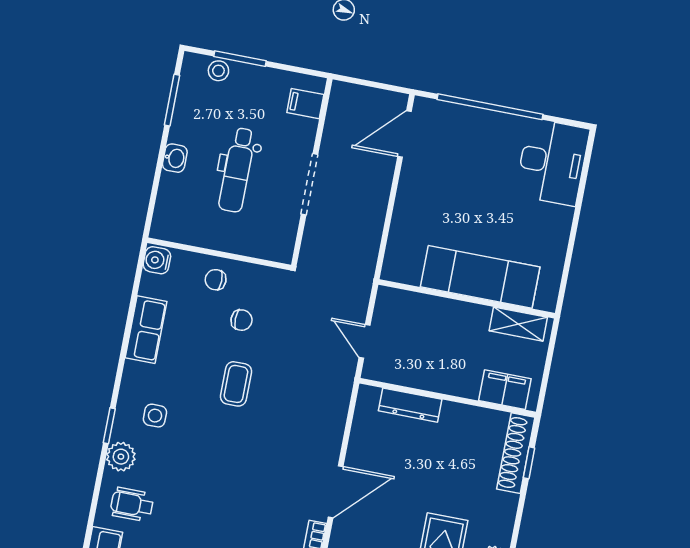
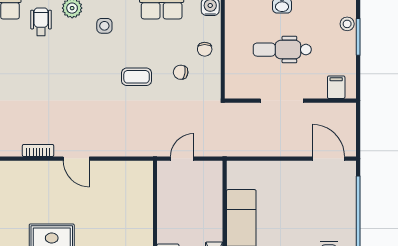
chair: (216, 280) -> (205, 49), turned 180
chair: (242, 320) -> (181, 72), turned 99
dresser: (410, 405) -> (145, 198), removed
door: (336, 492) -> (76, 159), width x0.73

